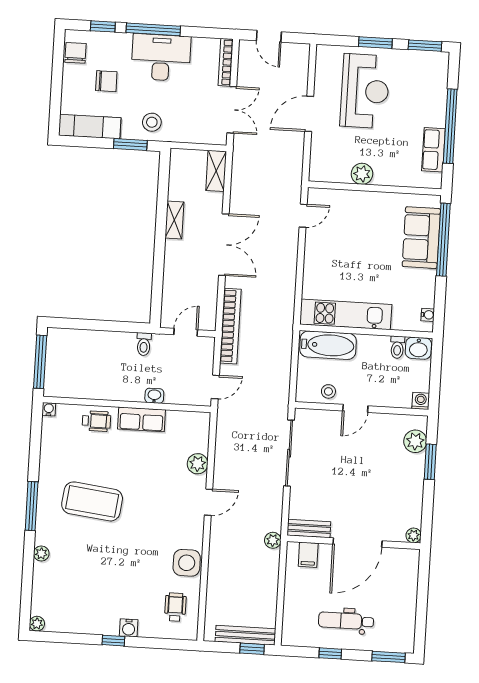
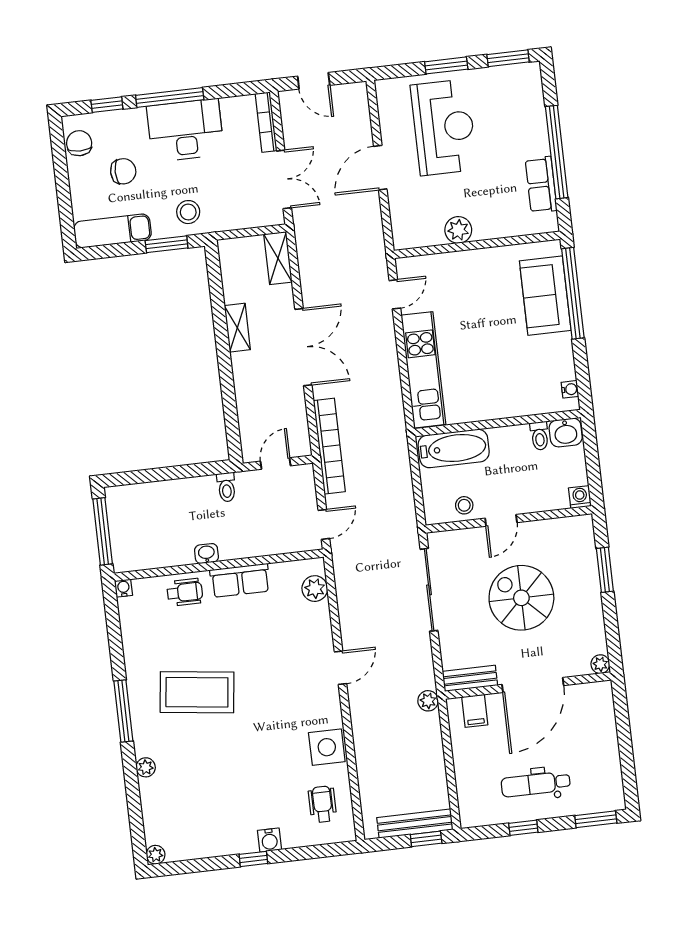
kitchen unit: (346, 314) -> (423, 370), moved, turned 90
washbasin: (154, 396) -> (206, 554), moved
plant: (415, 441) -> (582, 548), removed
plant: (198, 464) -> (315, 589), moved
spiral stairs: (361, 472) -> (521, 598), added

